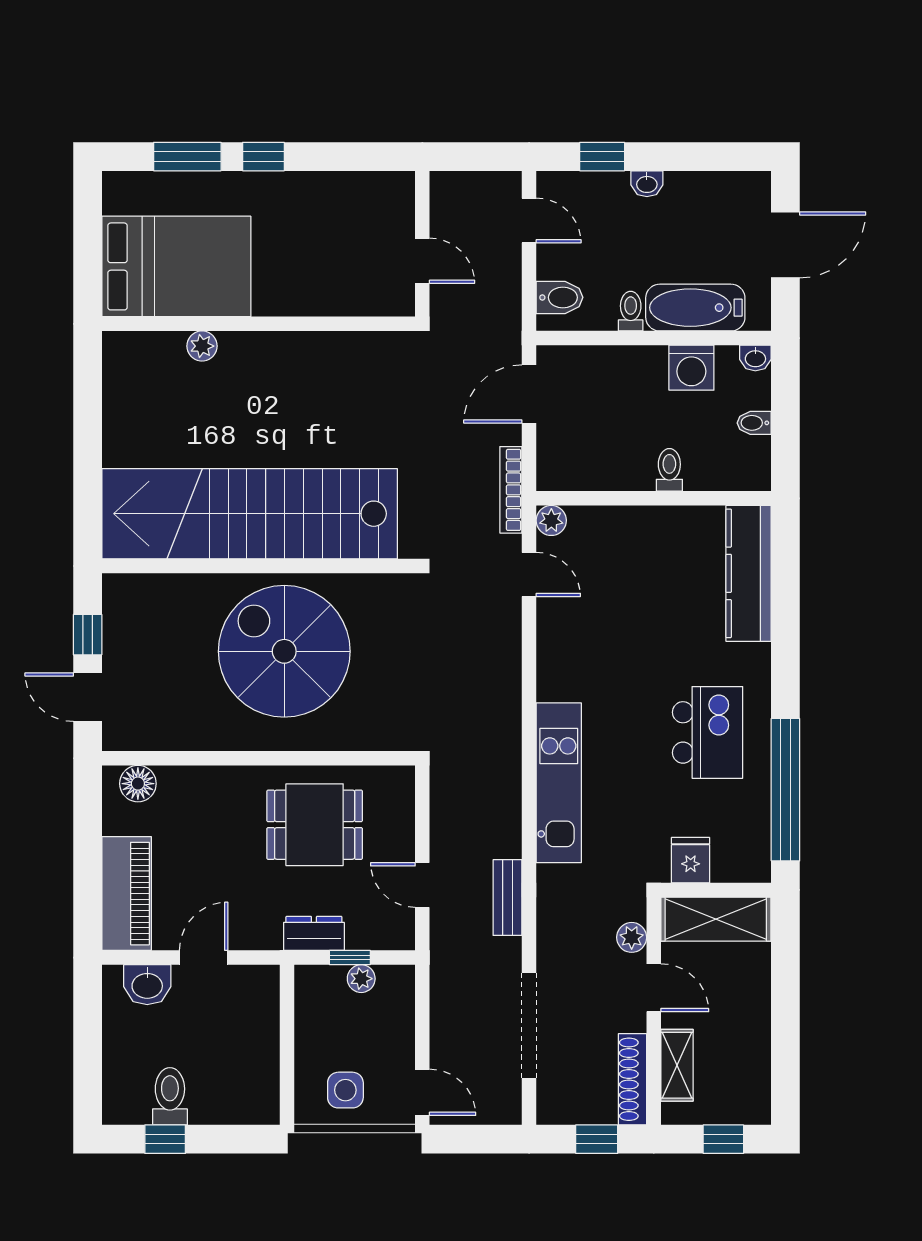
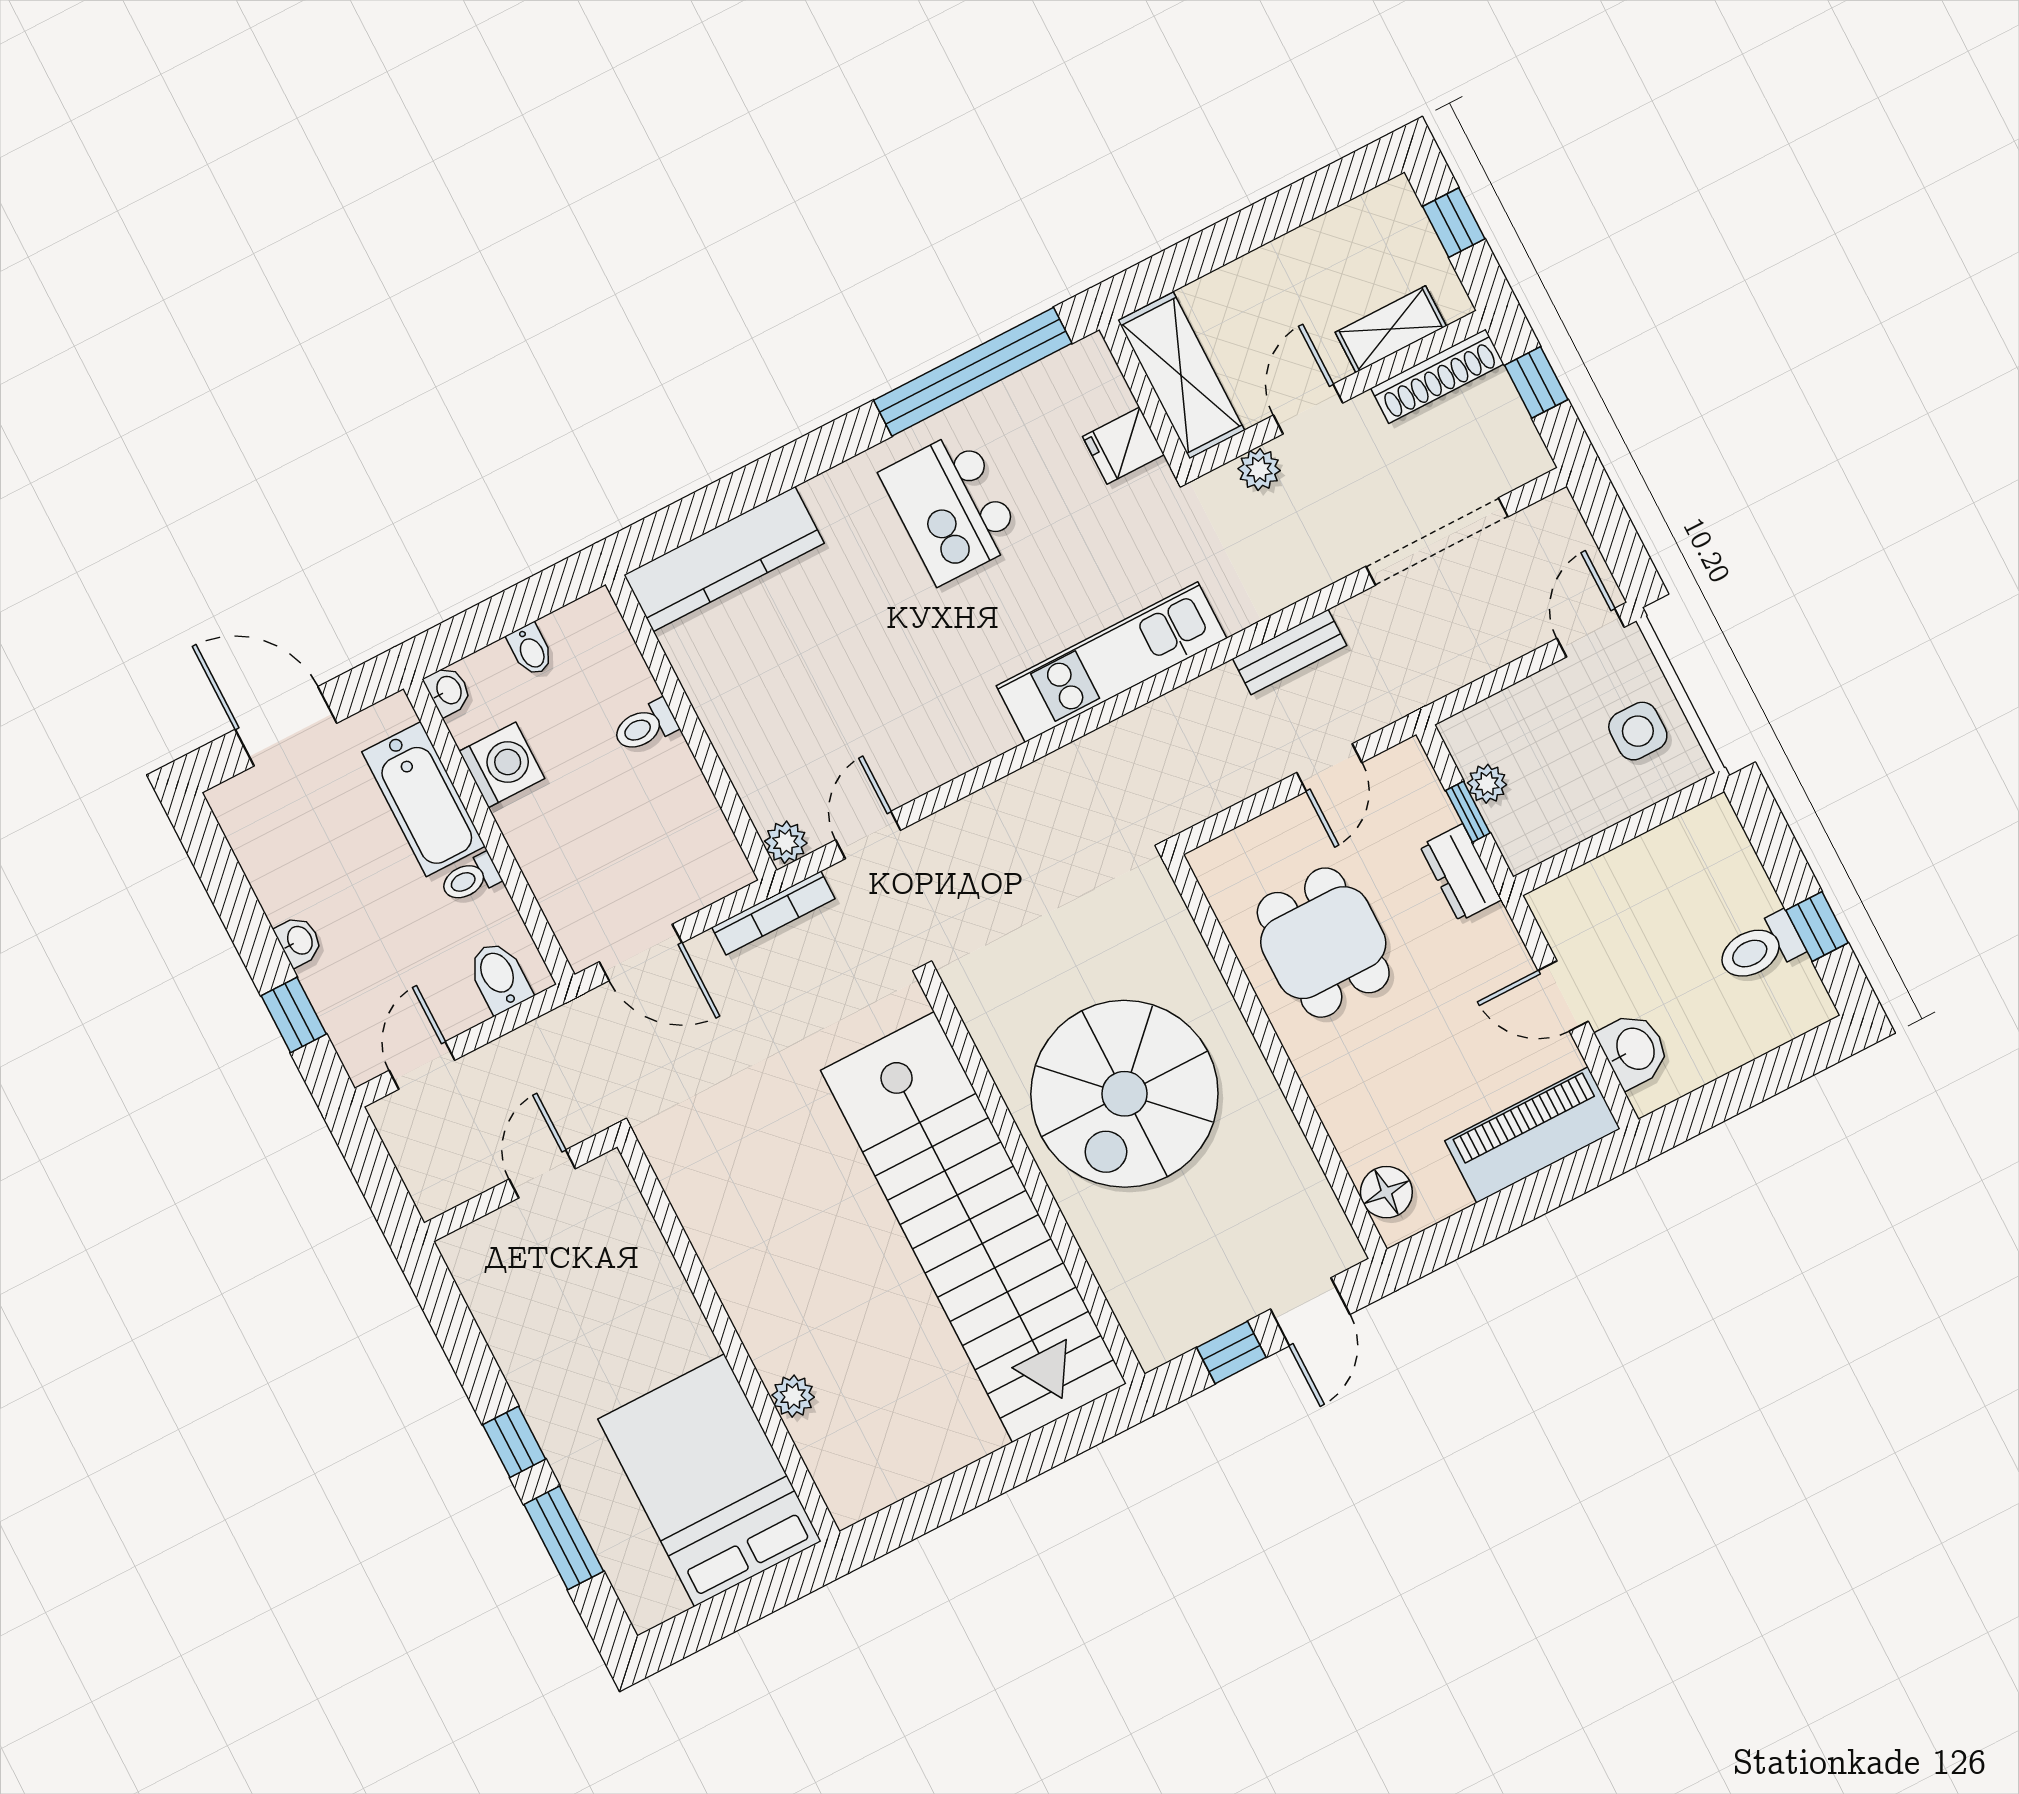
kitchen island: (708, 732) -> (951, 507), turned -90

